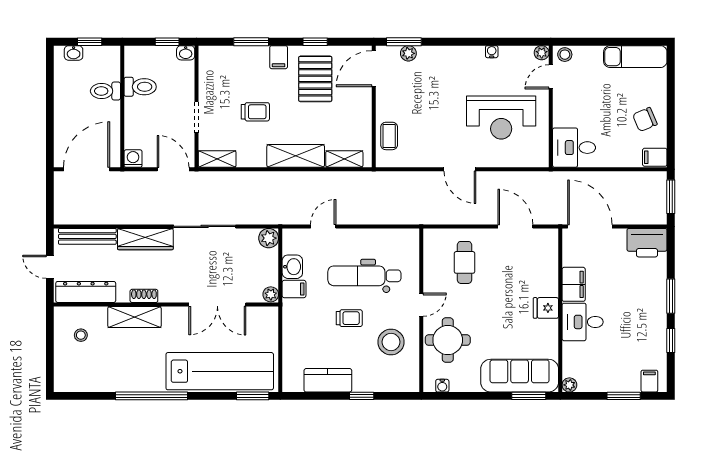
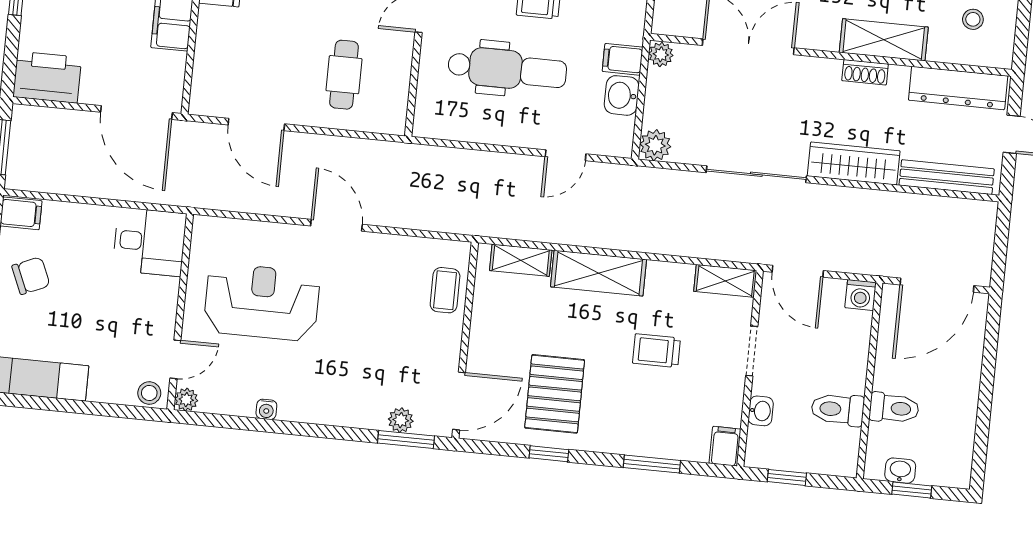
washbasin: (74, 53) -> (900, 471), moved
washbasin: (186, 53) -> (761, 411), moved, turned 90
filing cabinet: (279, 57) -> (725, 446), moved

